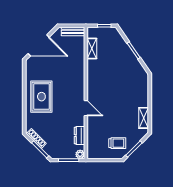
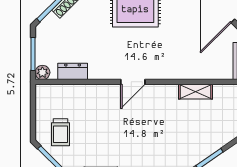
shelving: (92, 49) -> (196, 92), moved
door: (86, 108) -> (133, 82), moved

